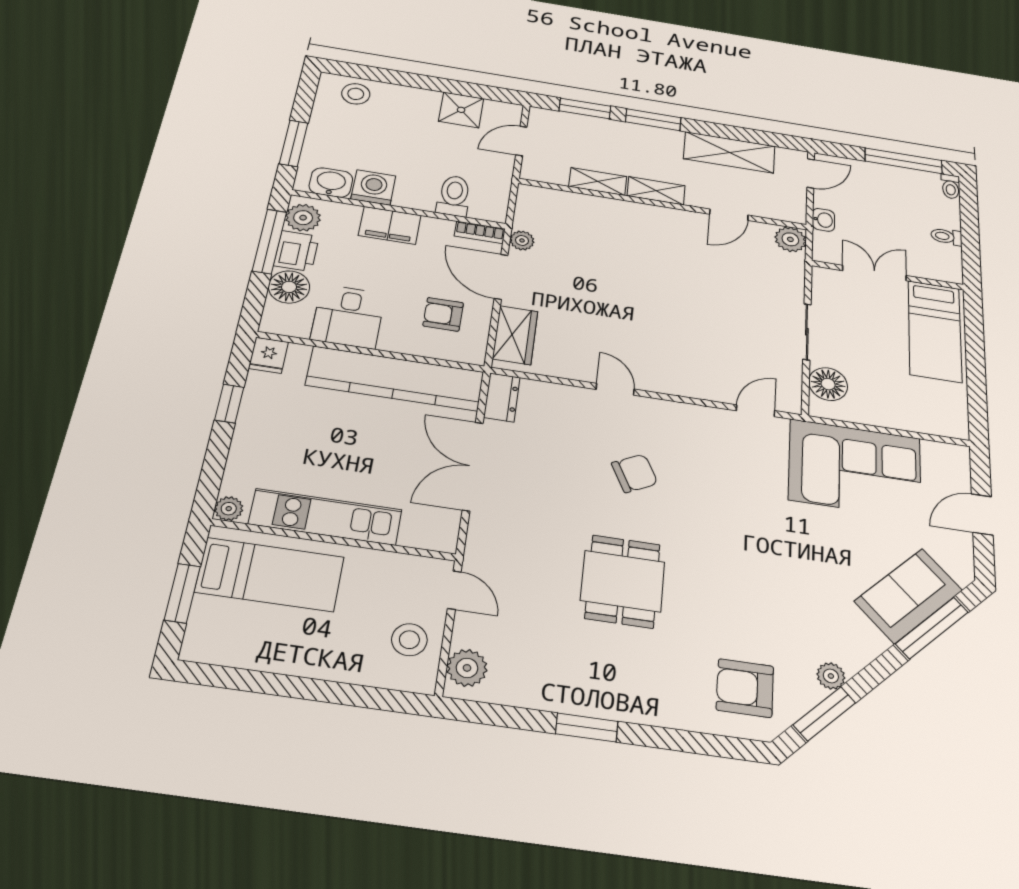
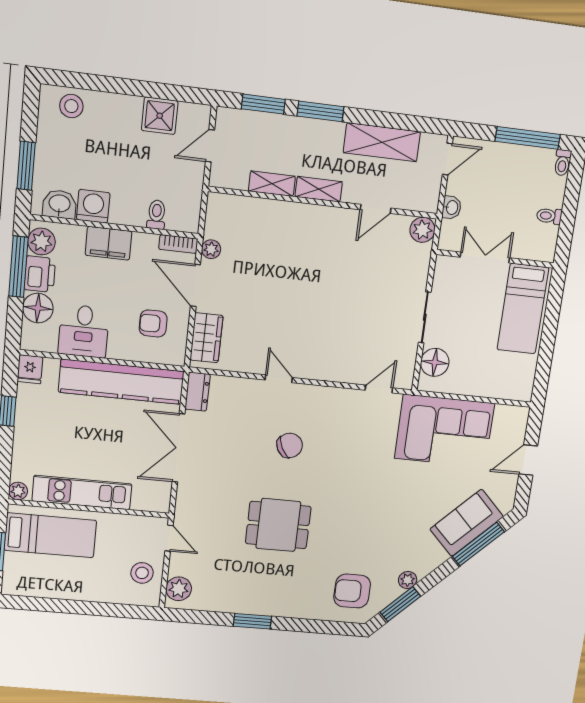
toilet: (454, 196) -> (156, 215), width x0.73, depth x0.72
dining table: (623, 581) -> (278, 525), turned 90

